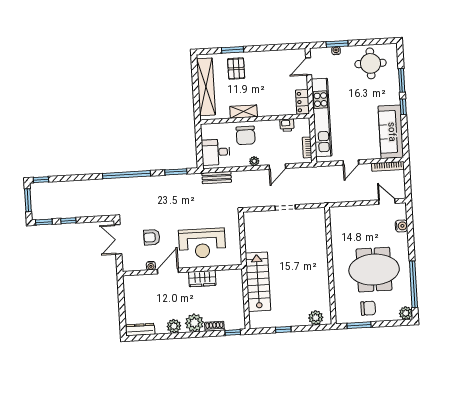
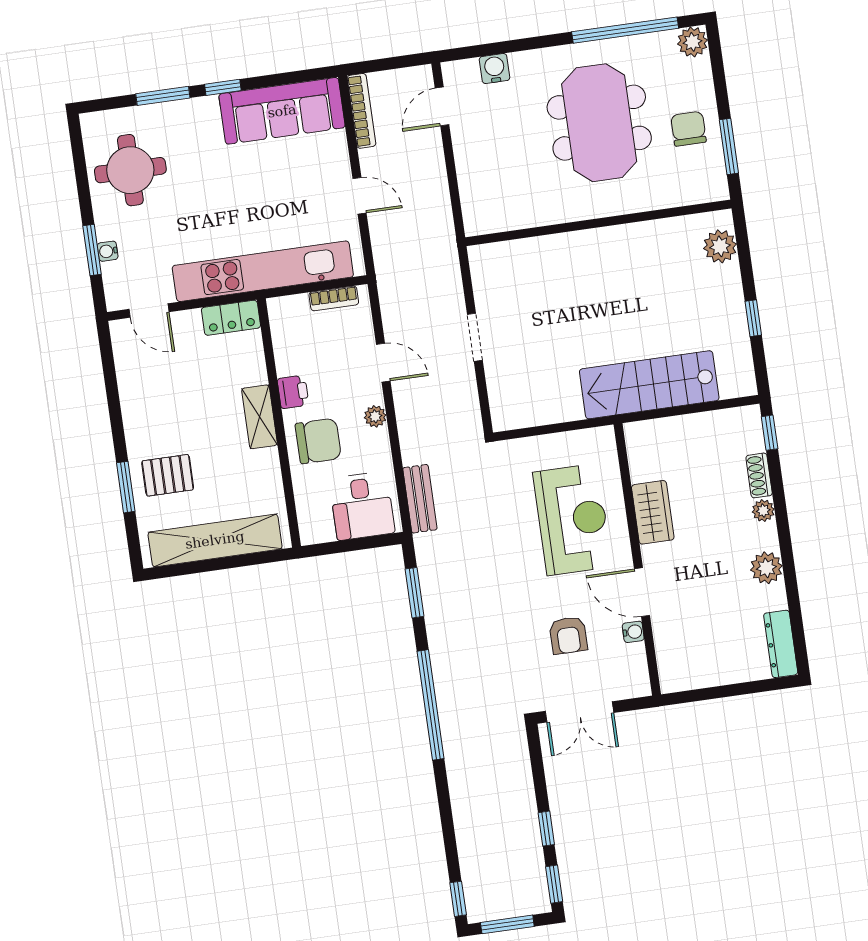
shelving: (244, 112) -> (259, 417), moved
printer: (287, 125) -> (293, 392), moved
plant: (194, 323) -> (763, 511), width x0.53, depth x0.53

